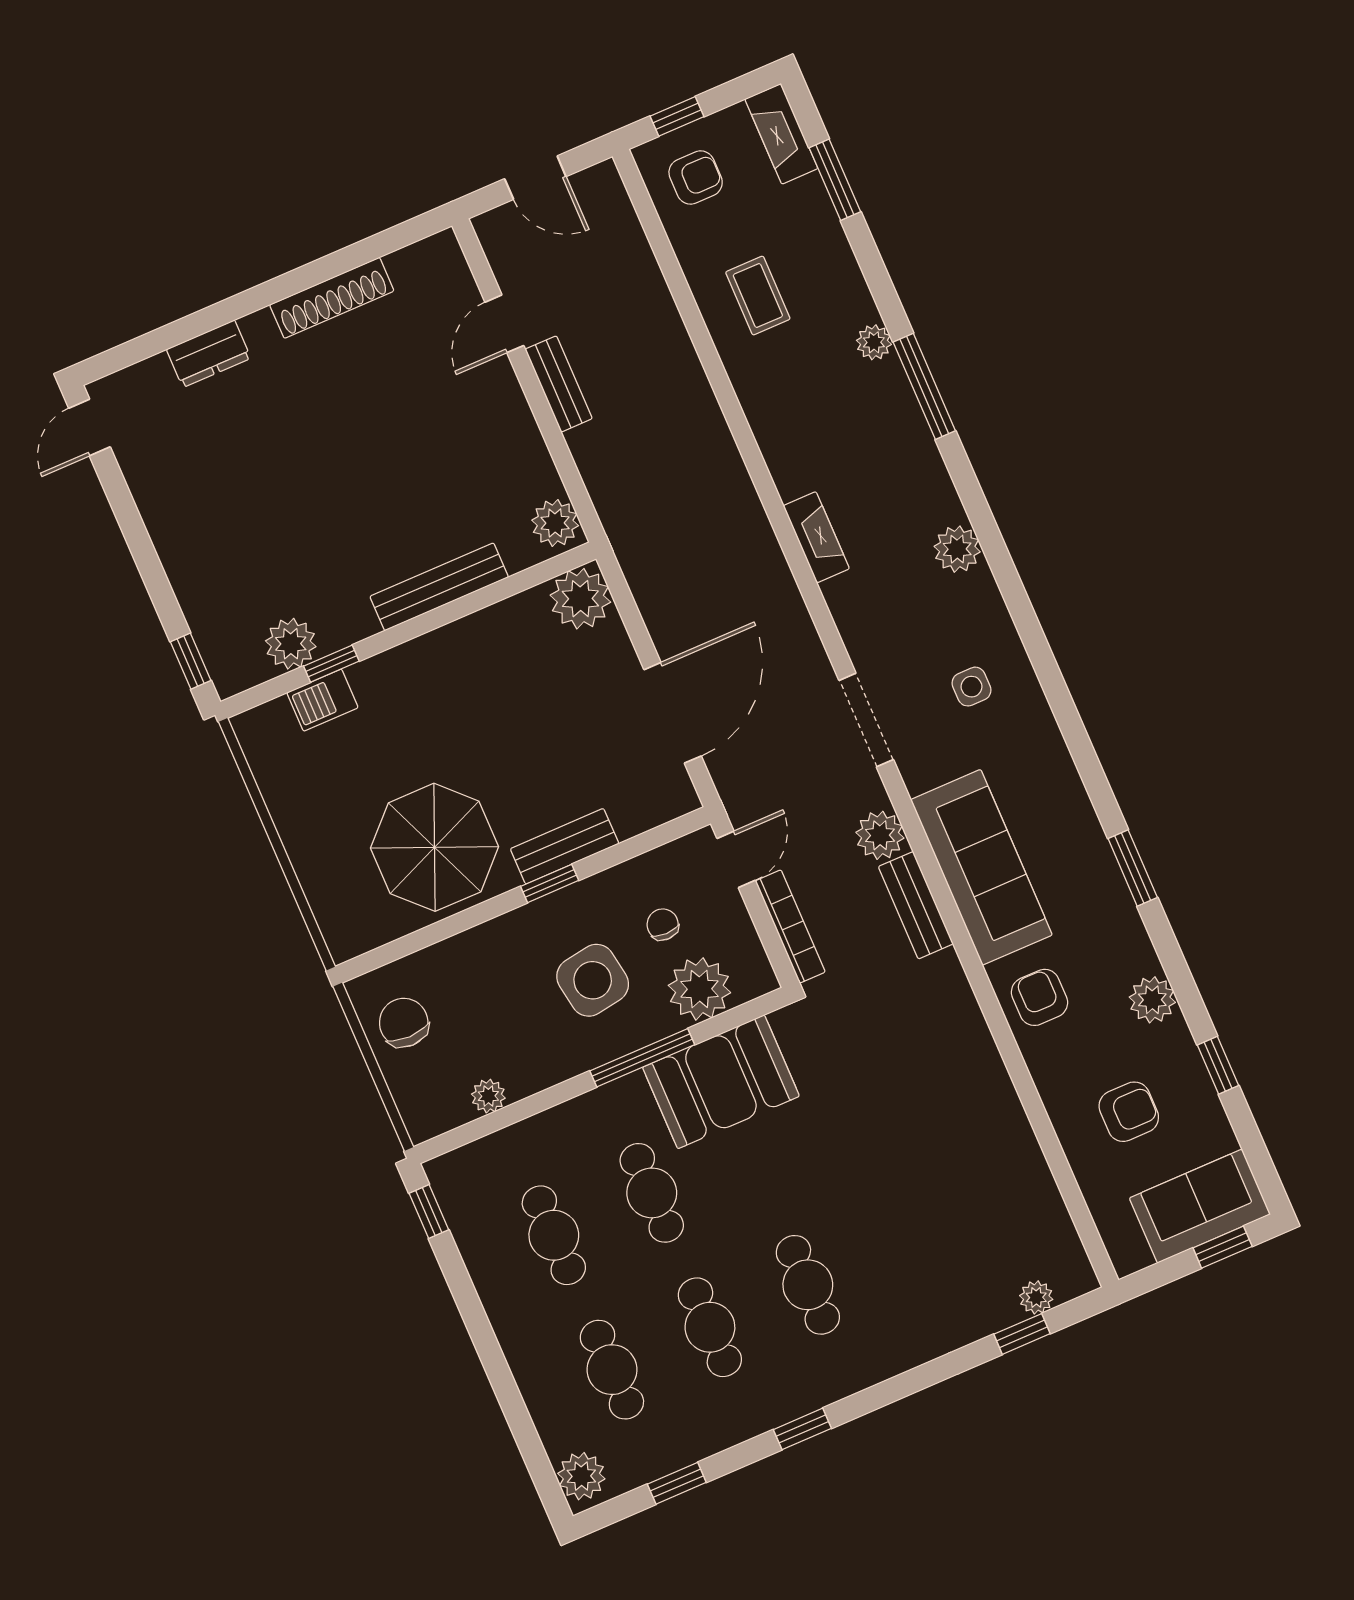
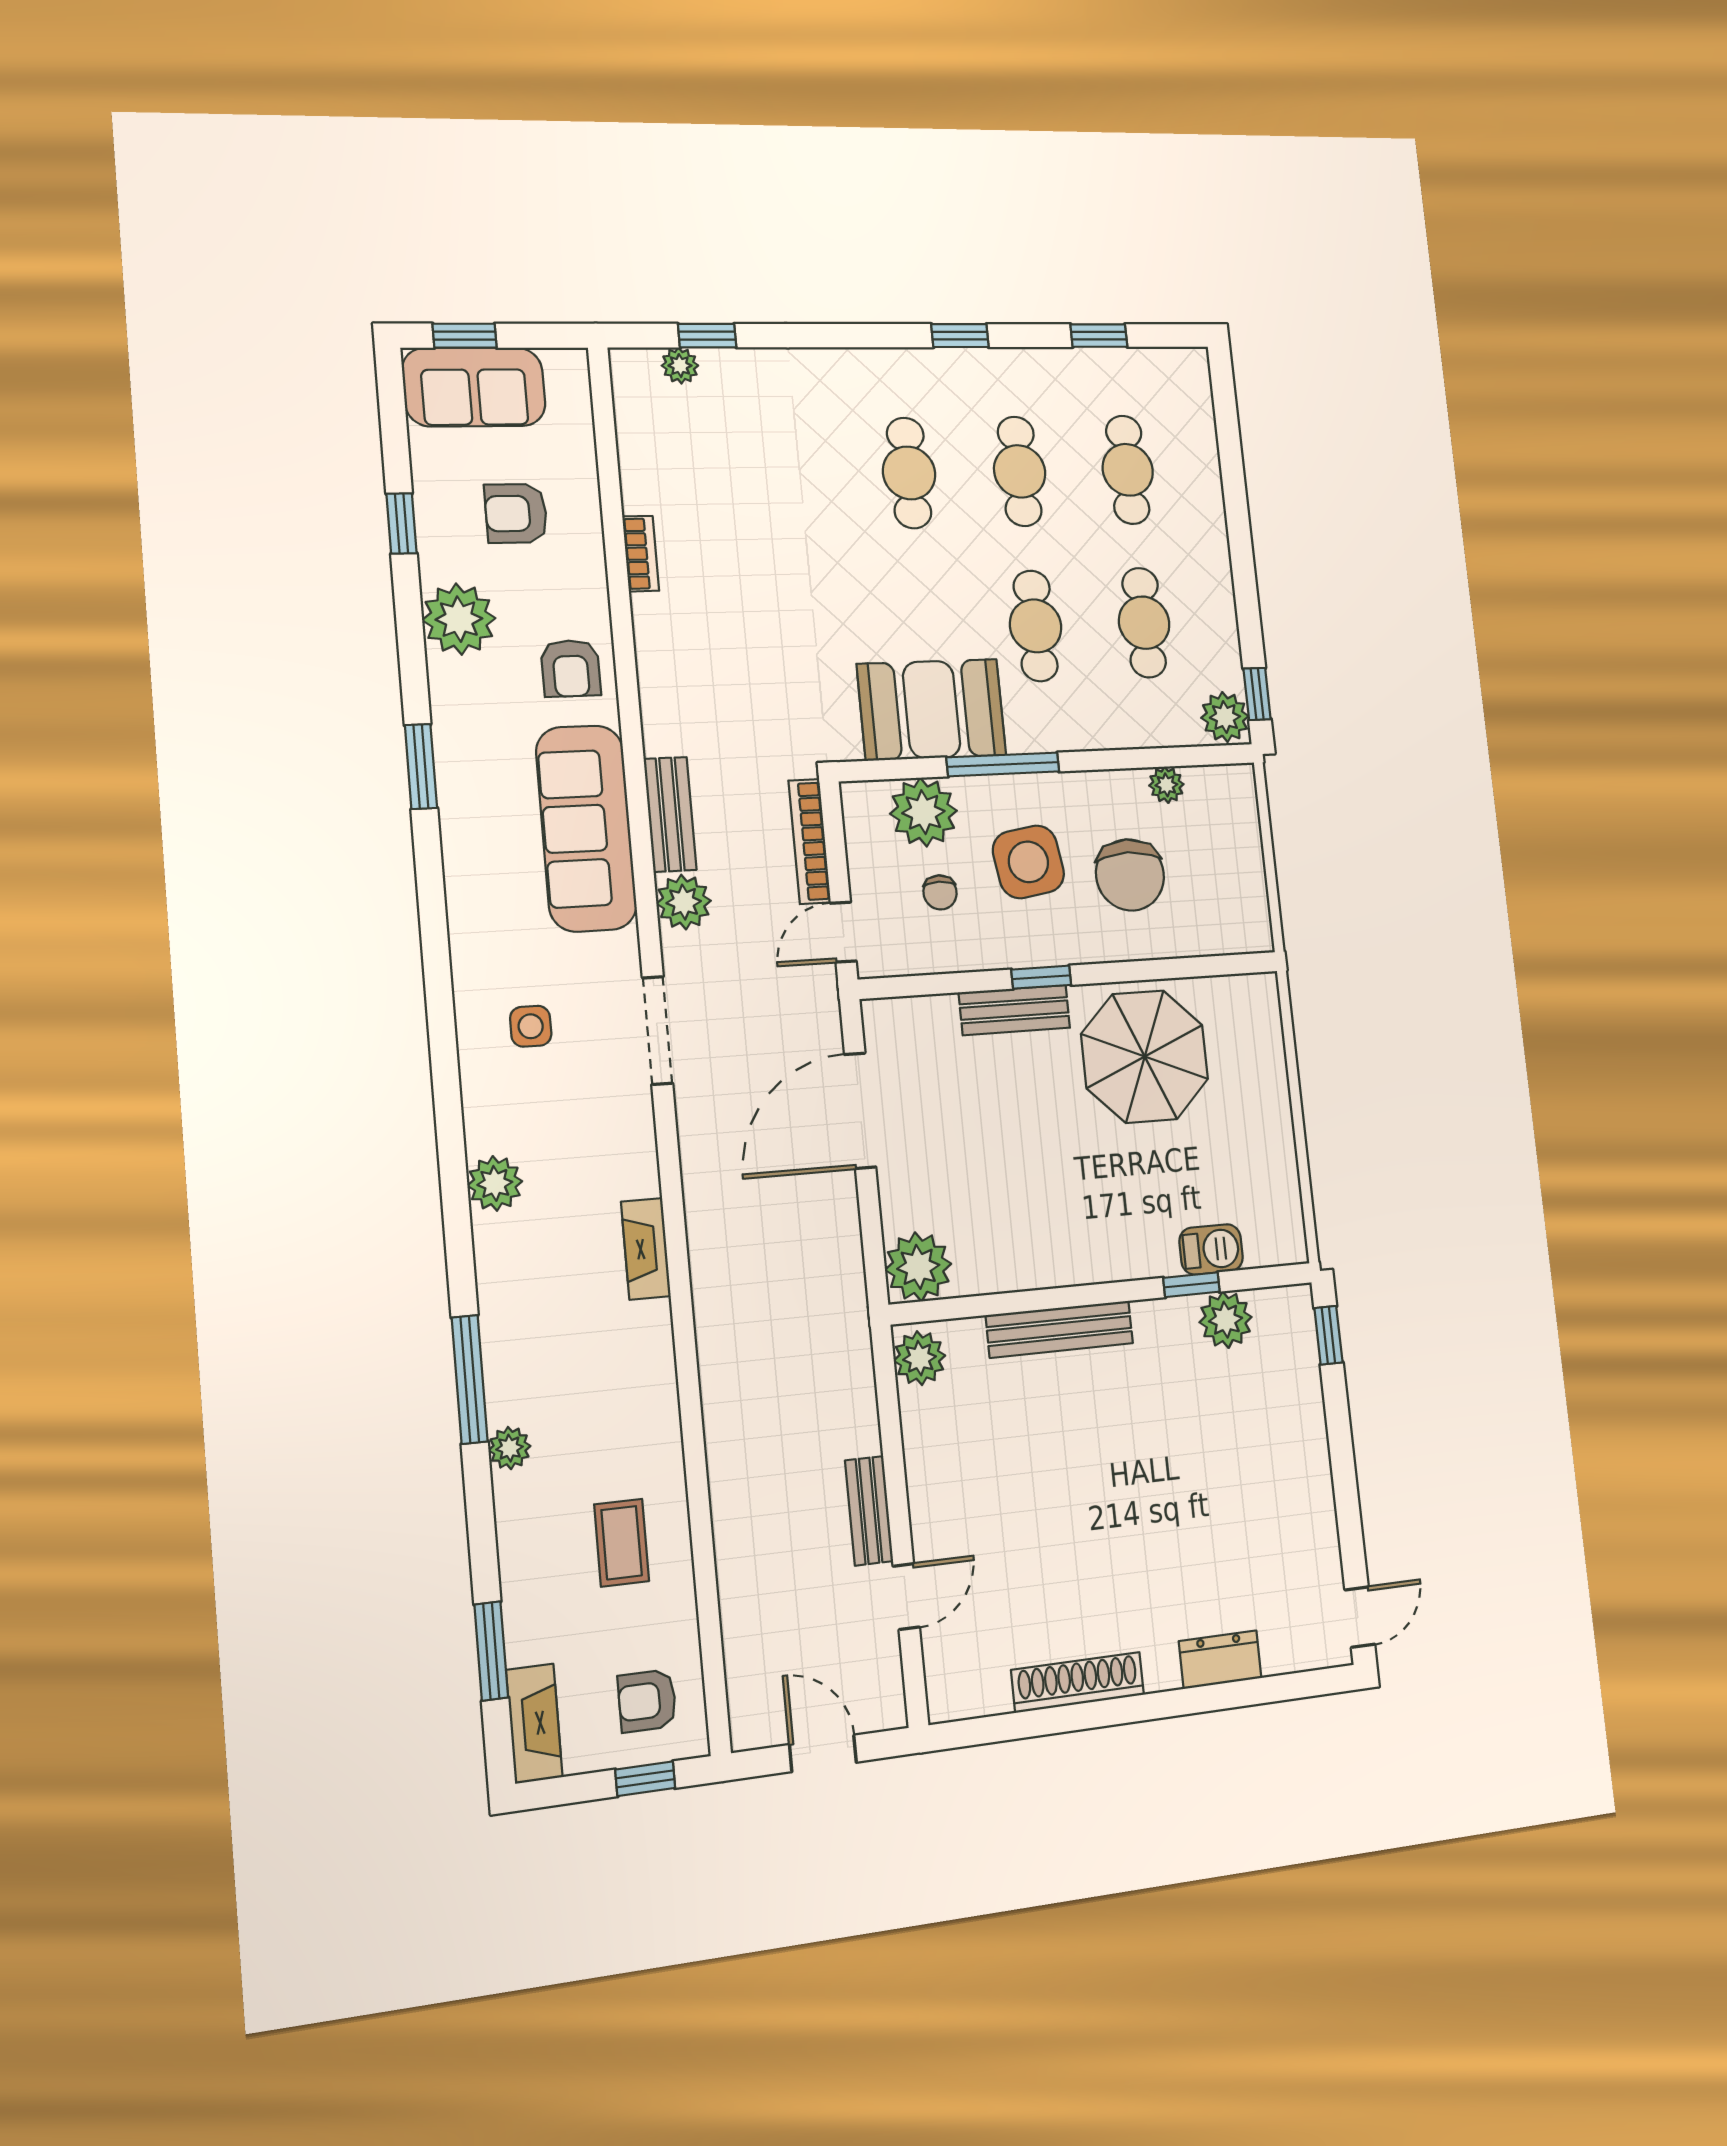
plant: (1152, 1000) -> (459, 619), width x1.36, depth x1.36
chair: (404, 1023) -> (1130, 875), moved, width x1.37, depth x1.37
bookcase: (1015, 1119) -> (641, 554), added
plant: (581, 1476) -> (1225, 717), moved

